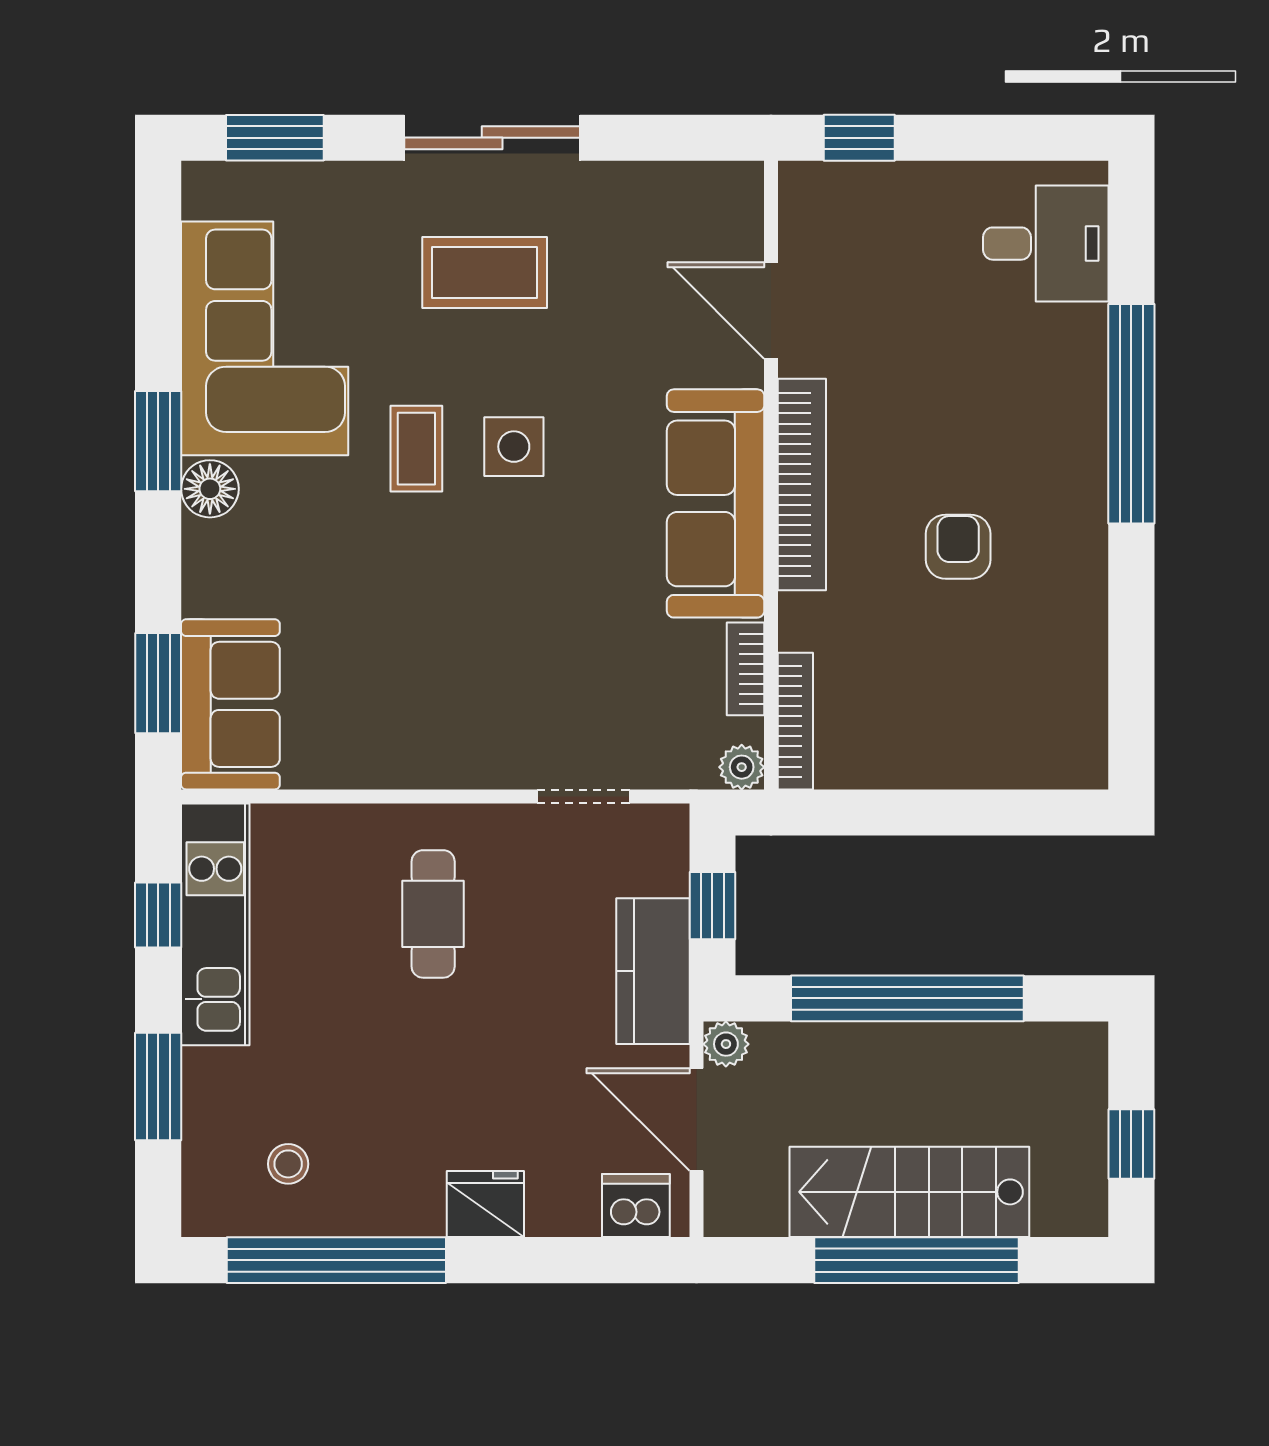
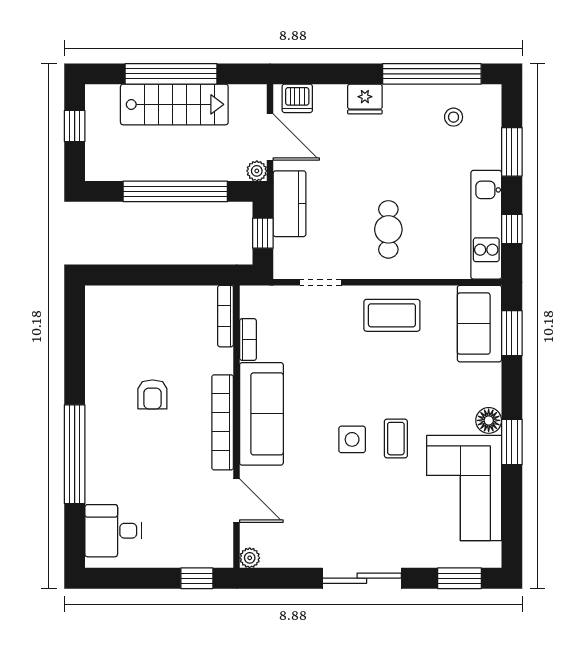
coffee table: (485, 273) -> (392, 315), moved
plant: (742, 767) -> (250, 558), moved

